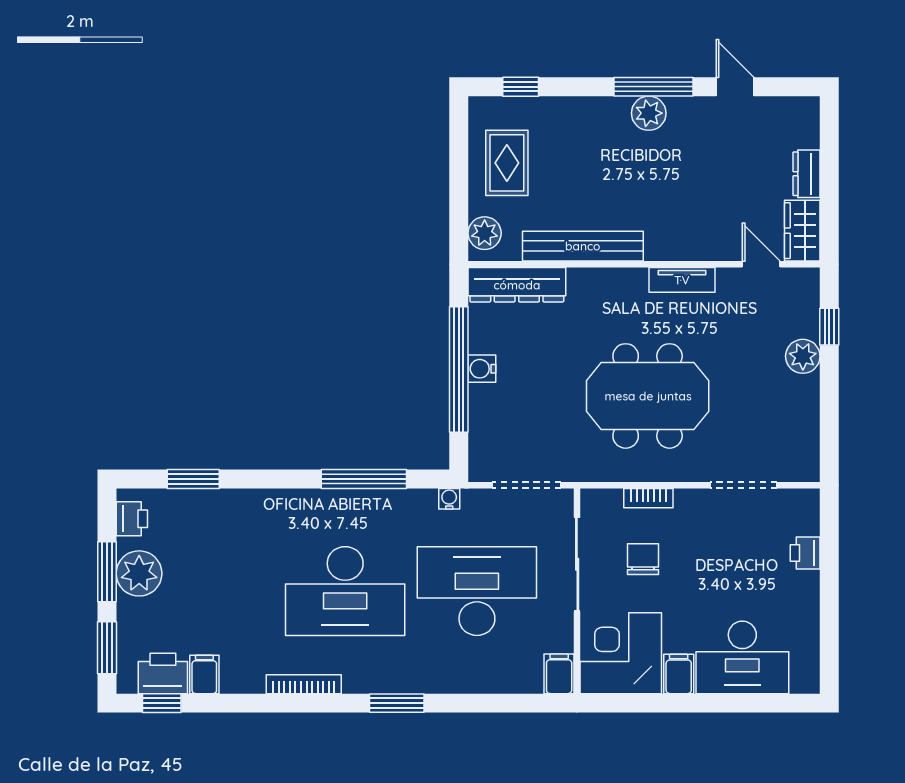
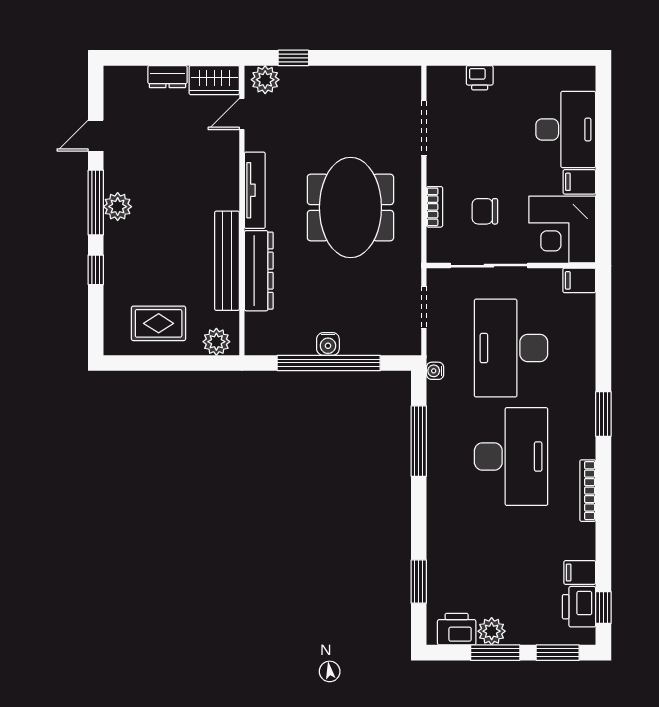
window: (521, 87) -> (96, 270), moved
tv unit: (682, 280) -> (255, 190), width x1.41
dresser: (517, 285) -> (259, 271), moved
plant: (803, 356) -> (265, 80), moved
doorway: (527, 485) -> (424, 307), width x0.73
printer: (132, 519) -> (457, 629), width x1.36, depth x1.24
plant: (139, 573) -> (492, 631), width x0.73, depth x0.73

